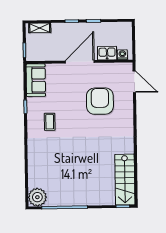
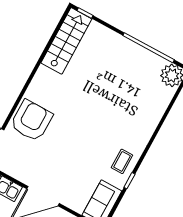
armchair: (100, 101) -> (31, 121), moved, turned 180
coffee table: (50, 122) -> (122, 161), moved

